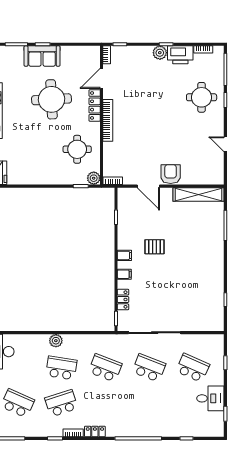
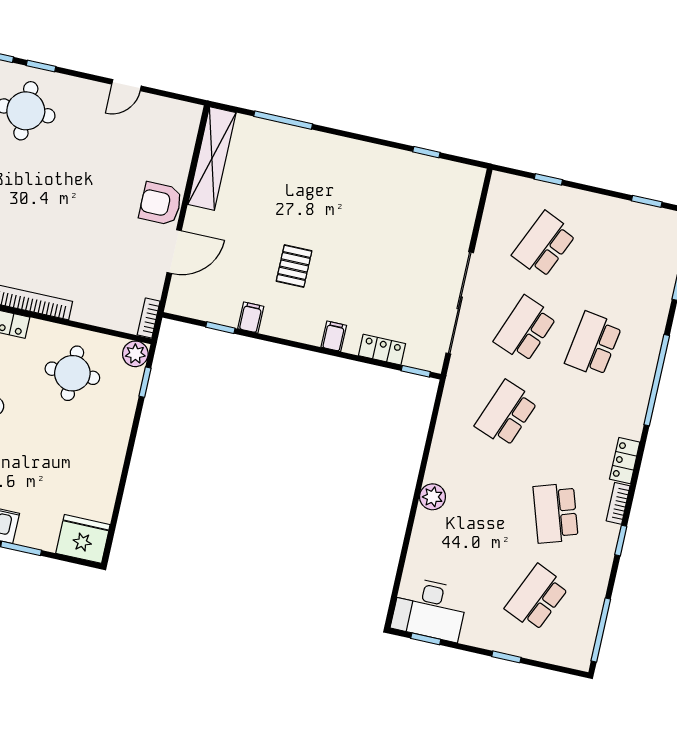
filing cabinet: (124, 255) -> (251, 317), moved
school desk: (61, 368) -> (593, 344), moved
desk: (210, 398) -> (611, 224), removed

